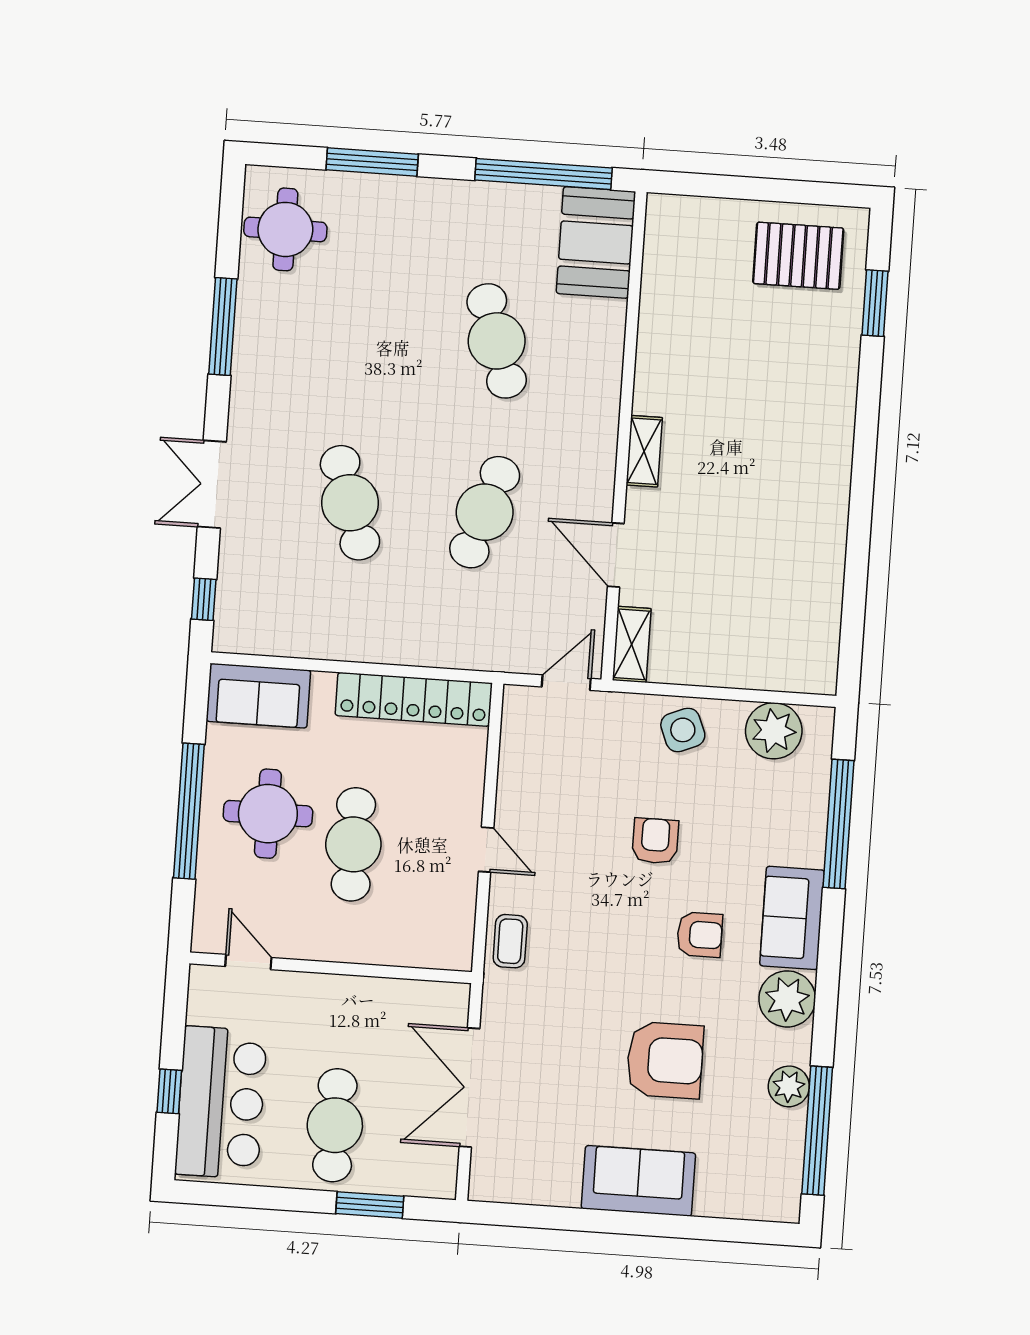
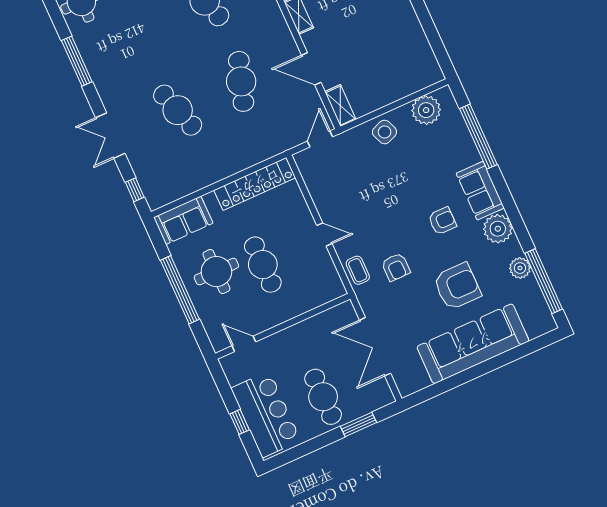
armchair: (655, 841) -> (396, 267), moved, turned 180
sofa: (638, 1181) -> (473, 344), width x1.85, depth x1.27

